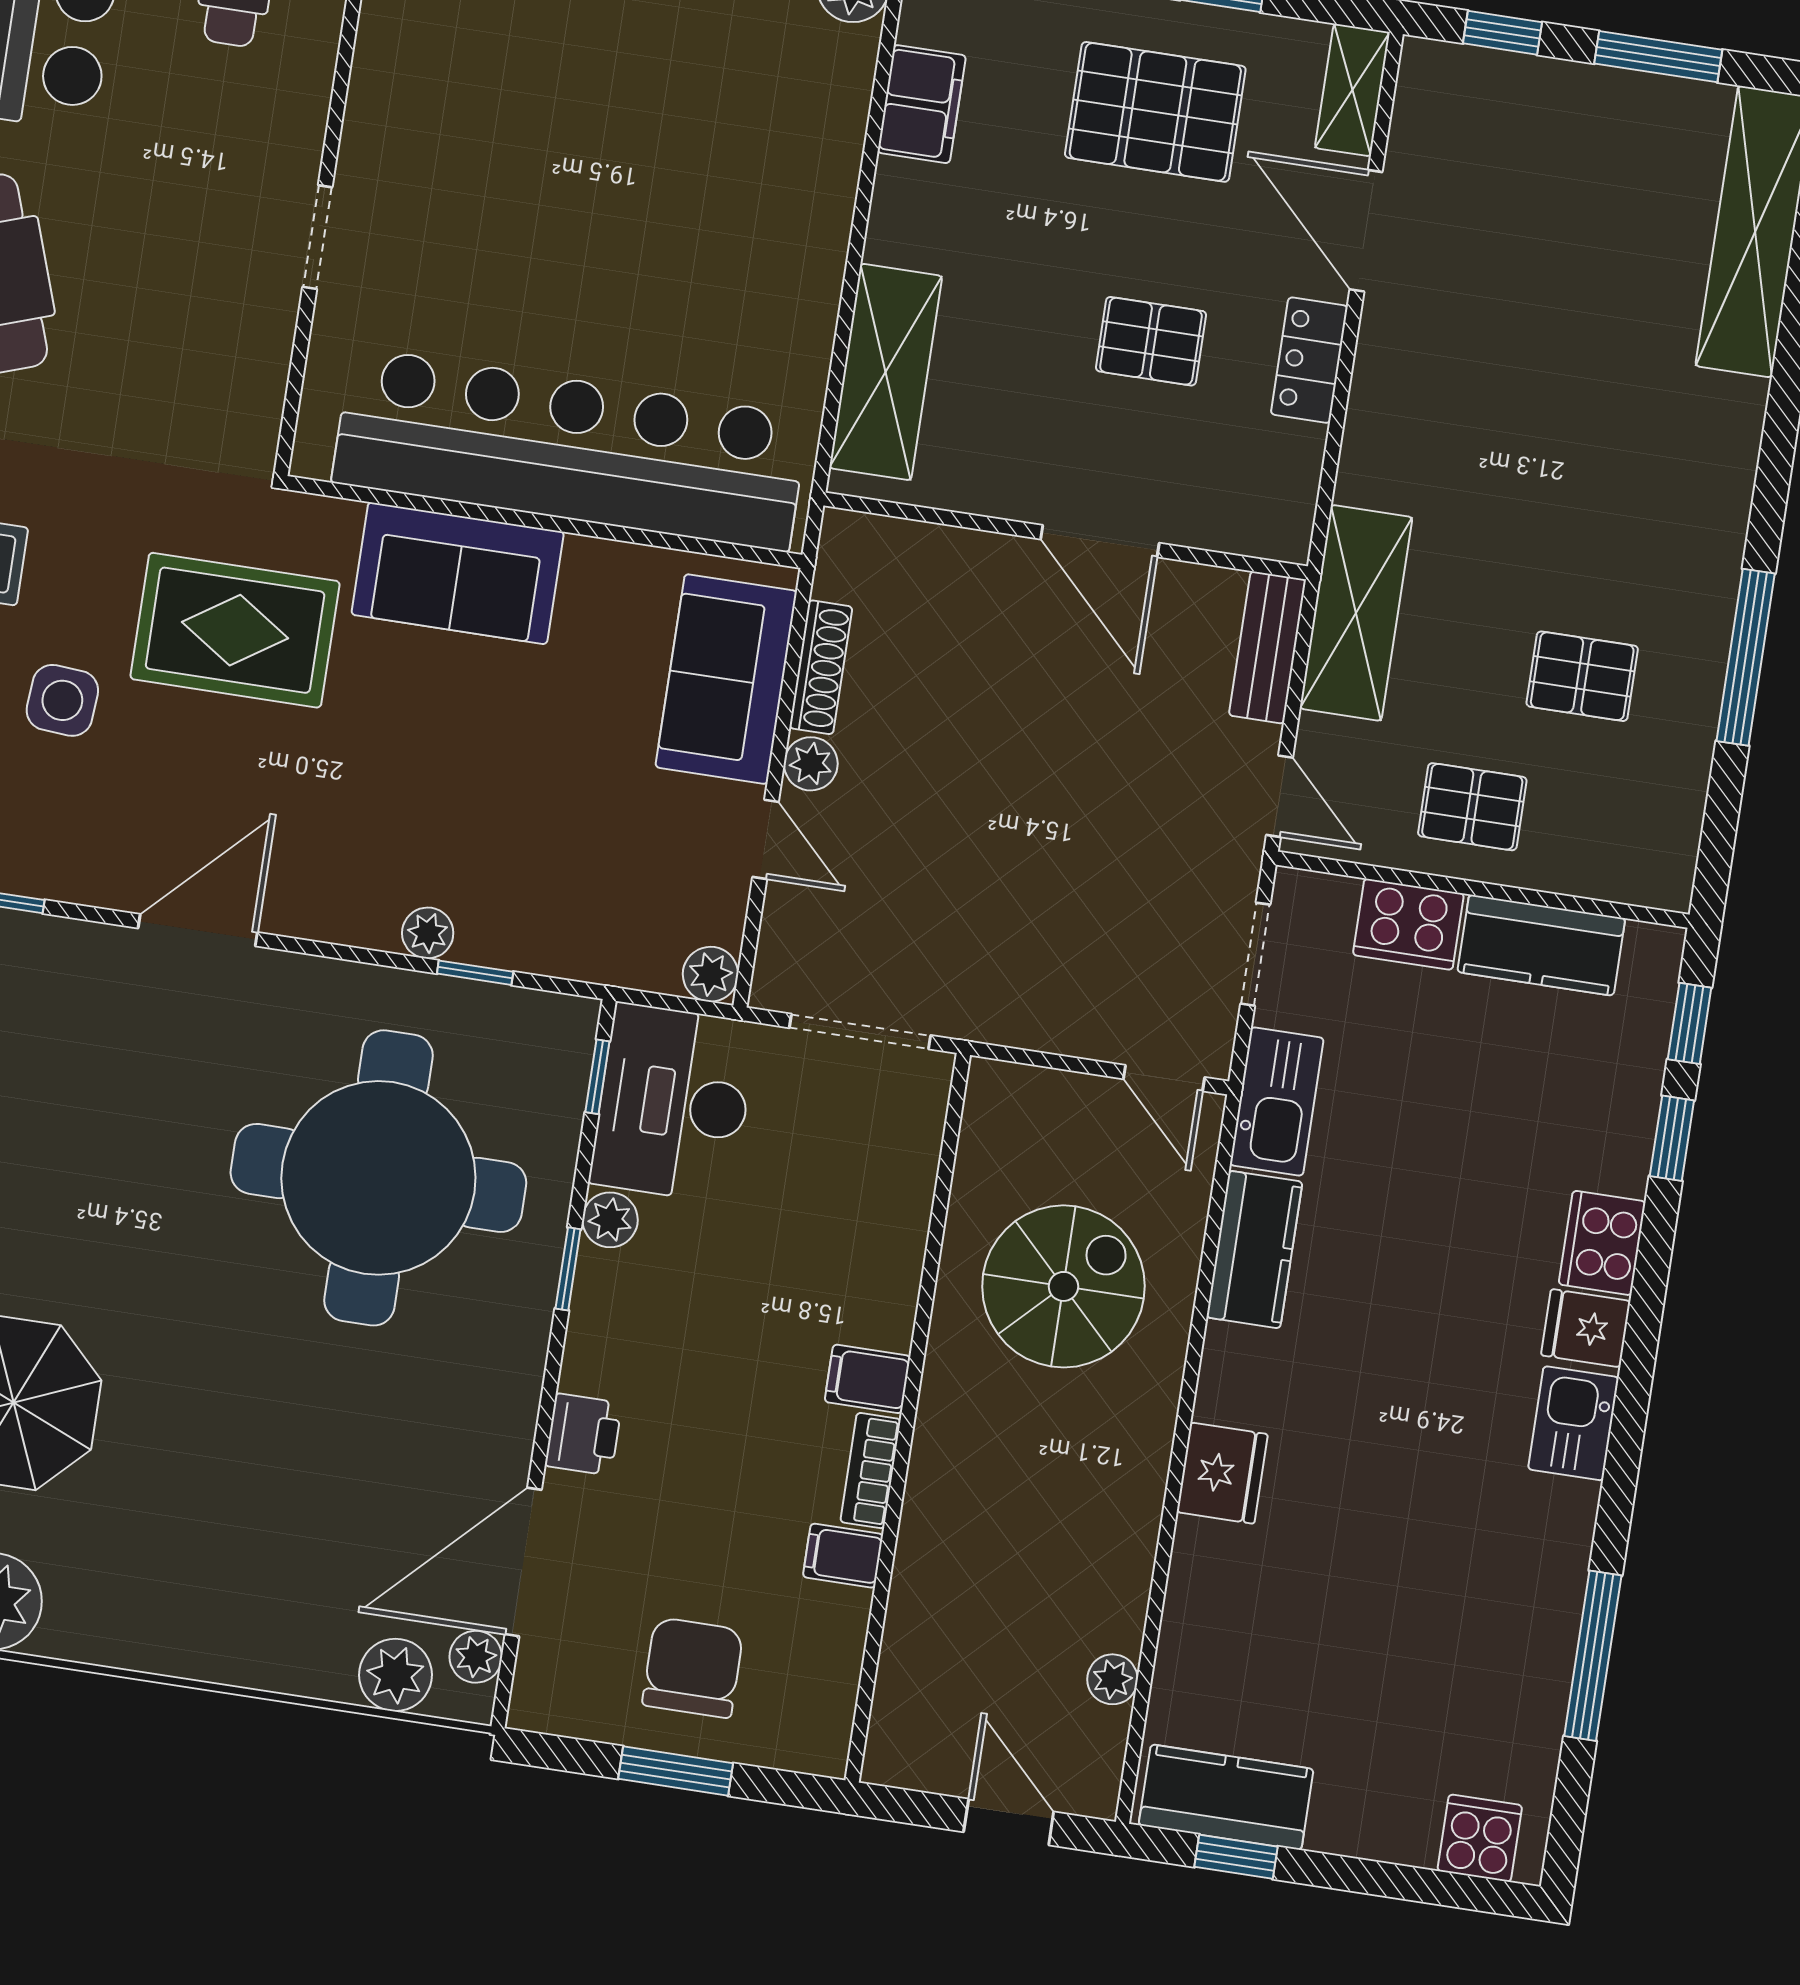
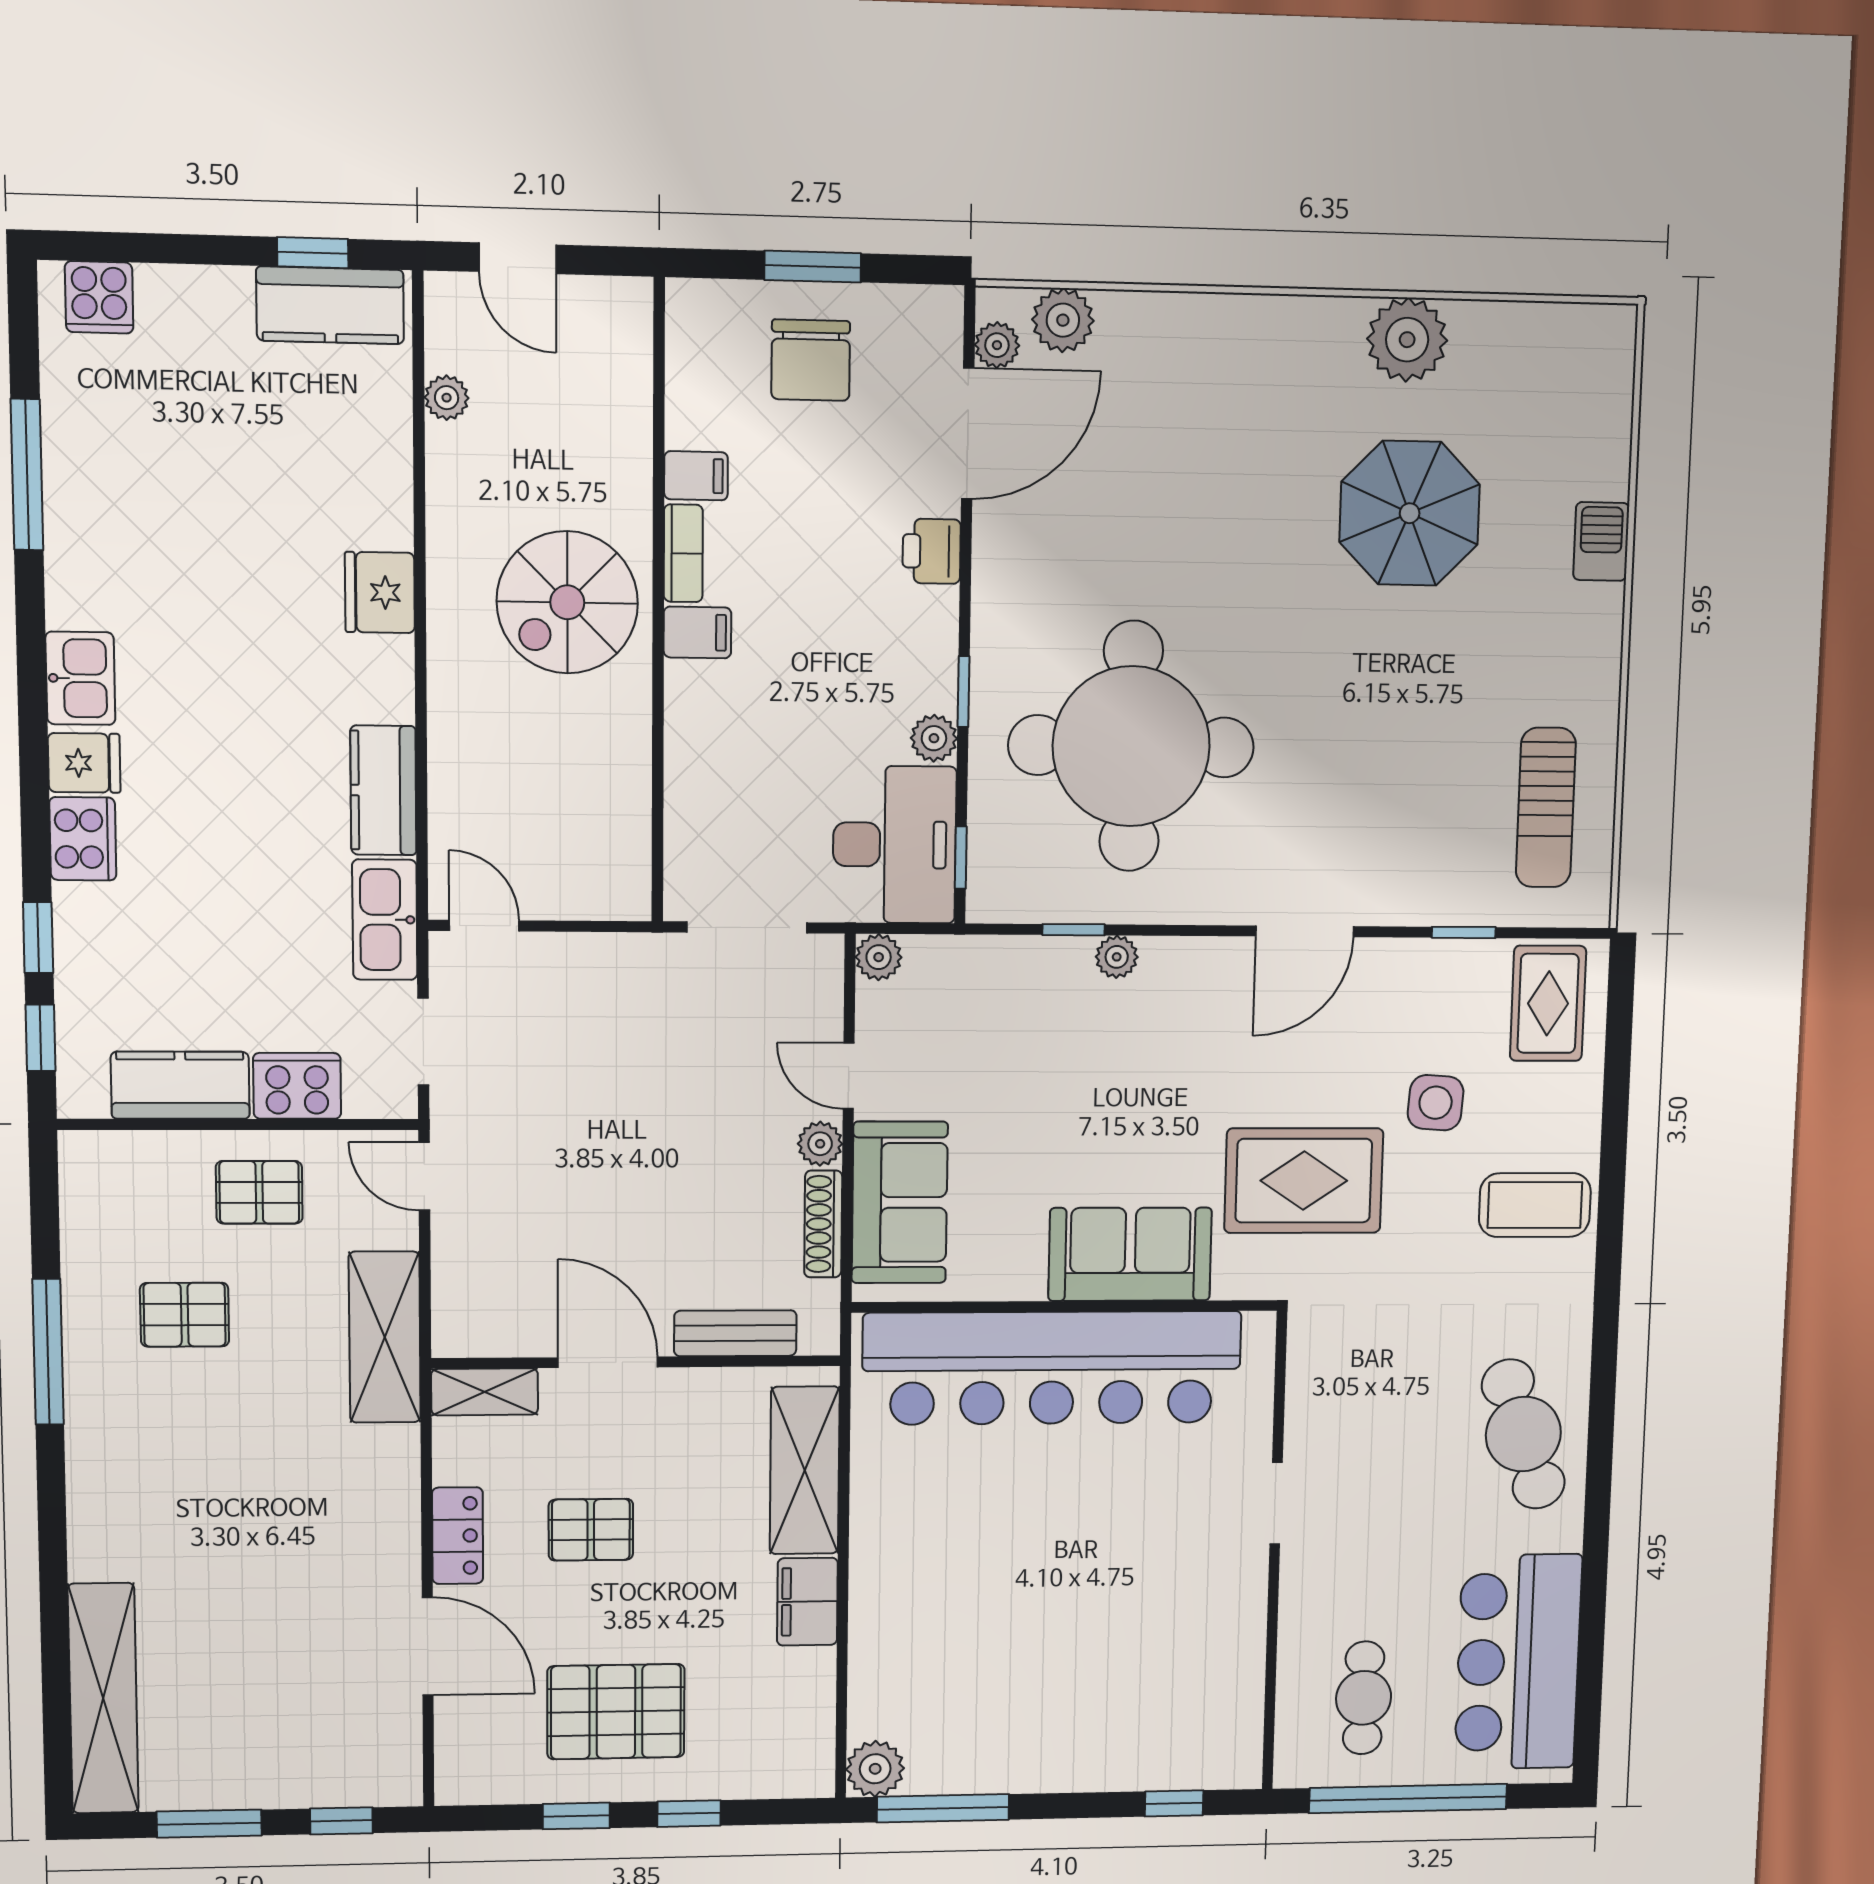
shelving: (1352, 90) -> (485, 1392), moved, turned 90
filing cabinet: (922, 104) -> (807, 1602), moved
bench: (1267, 647) -> (735, 1333), moved, turned 90
spiral stairs: (1063, 1286) -> (567, 602), moved

